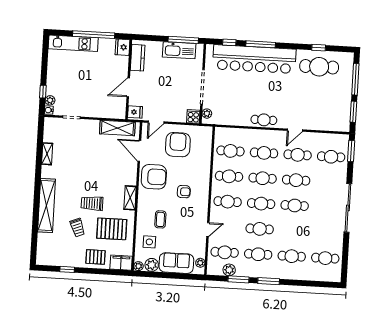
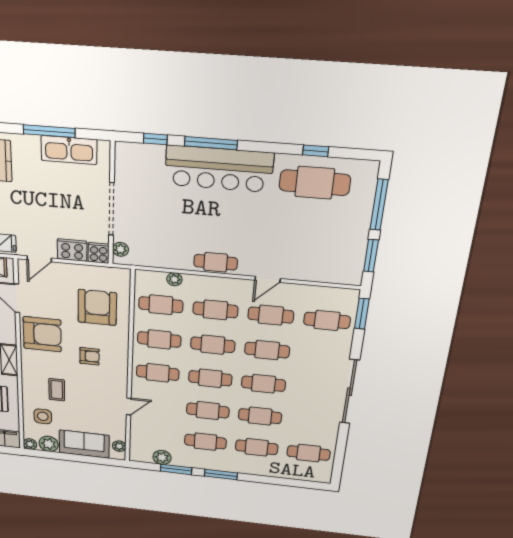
window: (183, 40) -> (49, 131), moved
bar counter: (254, 59) -> (219, 169), width x0.73
cooker: (177, 115) -> (72, 250), added
plant: (239, 133) -> (174, 279), added
armchair: (178, 145) -> (97, 307), moved
cafe table: (225, 252) -> (260, 416), moved

